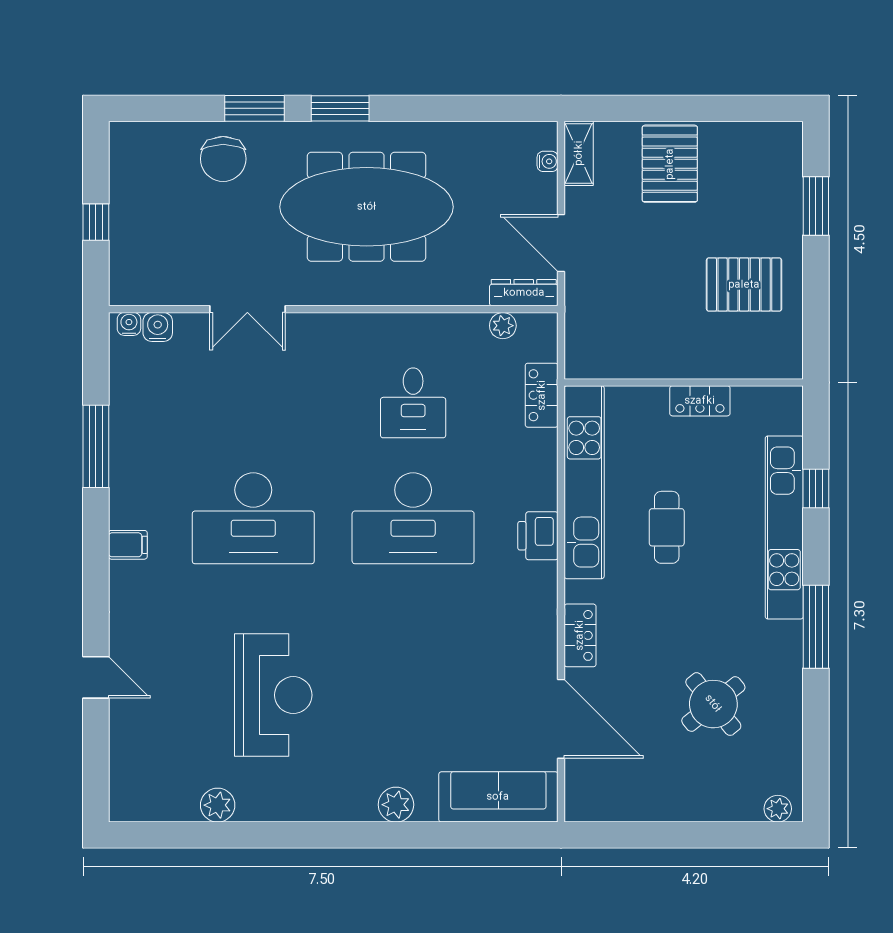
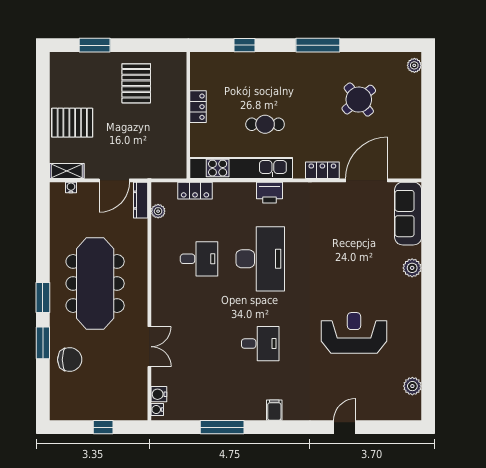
desk: (253, 518) -> (260, 344), width x0.53, depth x0.77
kitchen unit: (784, 527) -> (265, 62), removed
plant: (218, 805) -> (412, 386), moved

